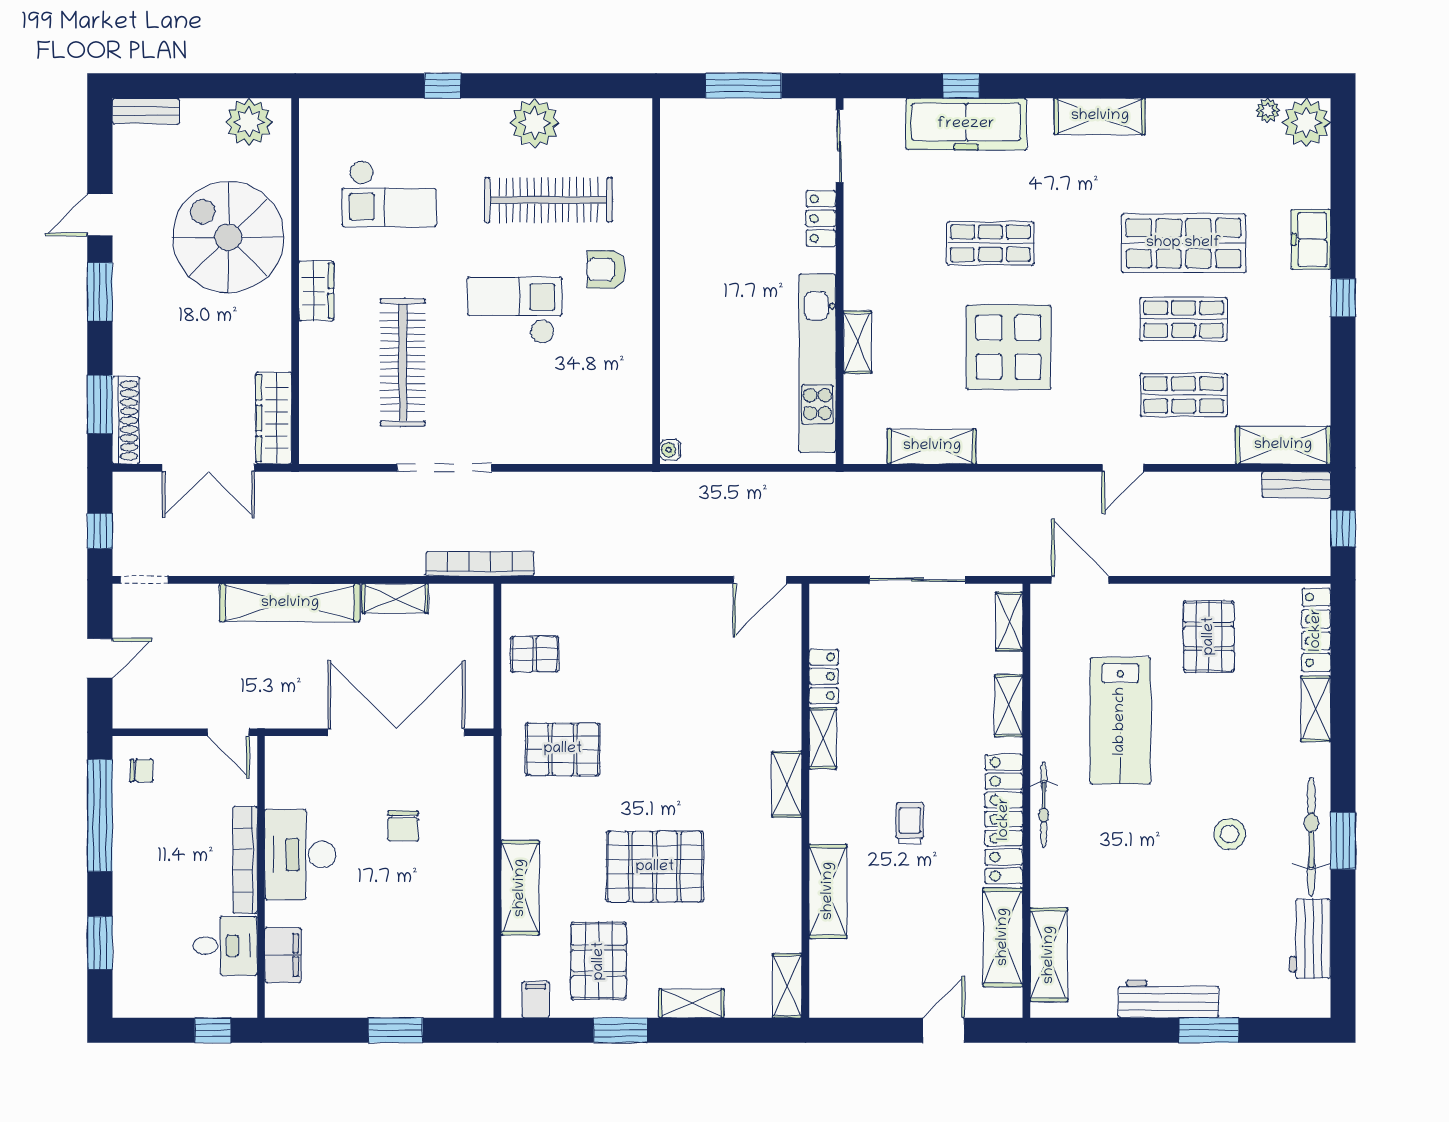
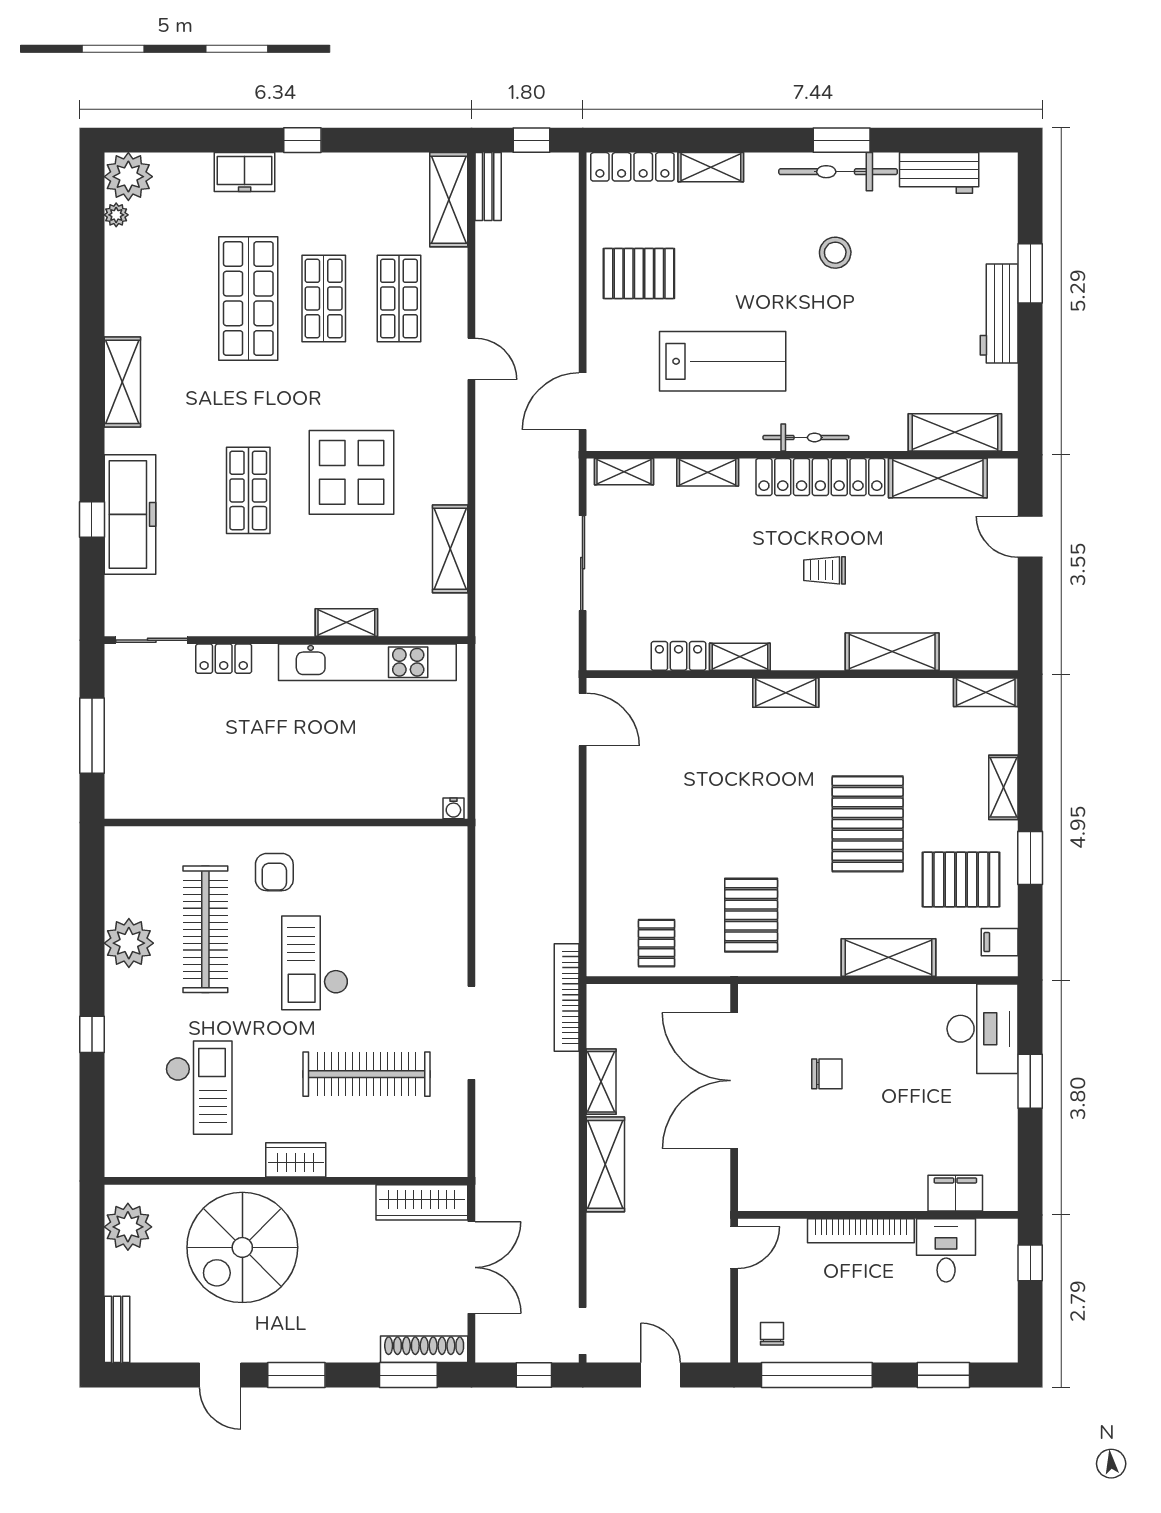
shelving: (290, 603) -> (605, 1164), width x0.68
desk: (300, 855) -> (982, 1029), moved, turned -90

